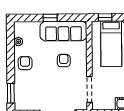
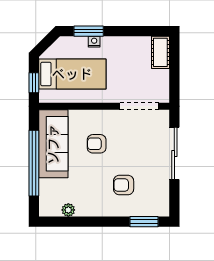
window: (50, 18) -> (34, 163), width x3.17
armchair: (25, 63) -> (124, 185), moved

